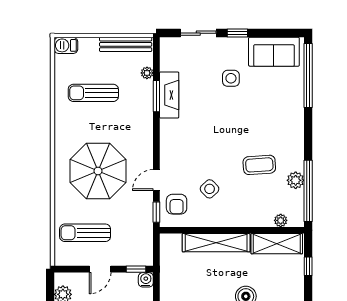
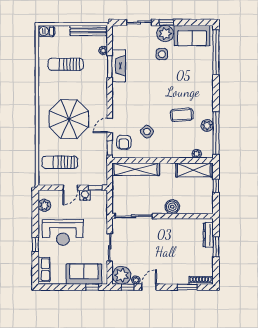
plant: (236, 49) -> (165, 34), added
shelving: (216, 243) -> (136, 169), moved
water cooler: (146, 280) -> (85, 195), moved

